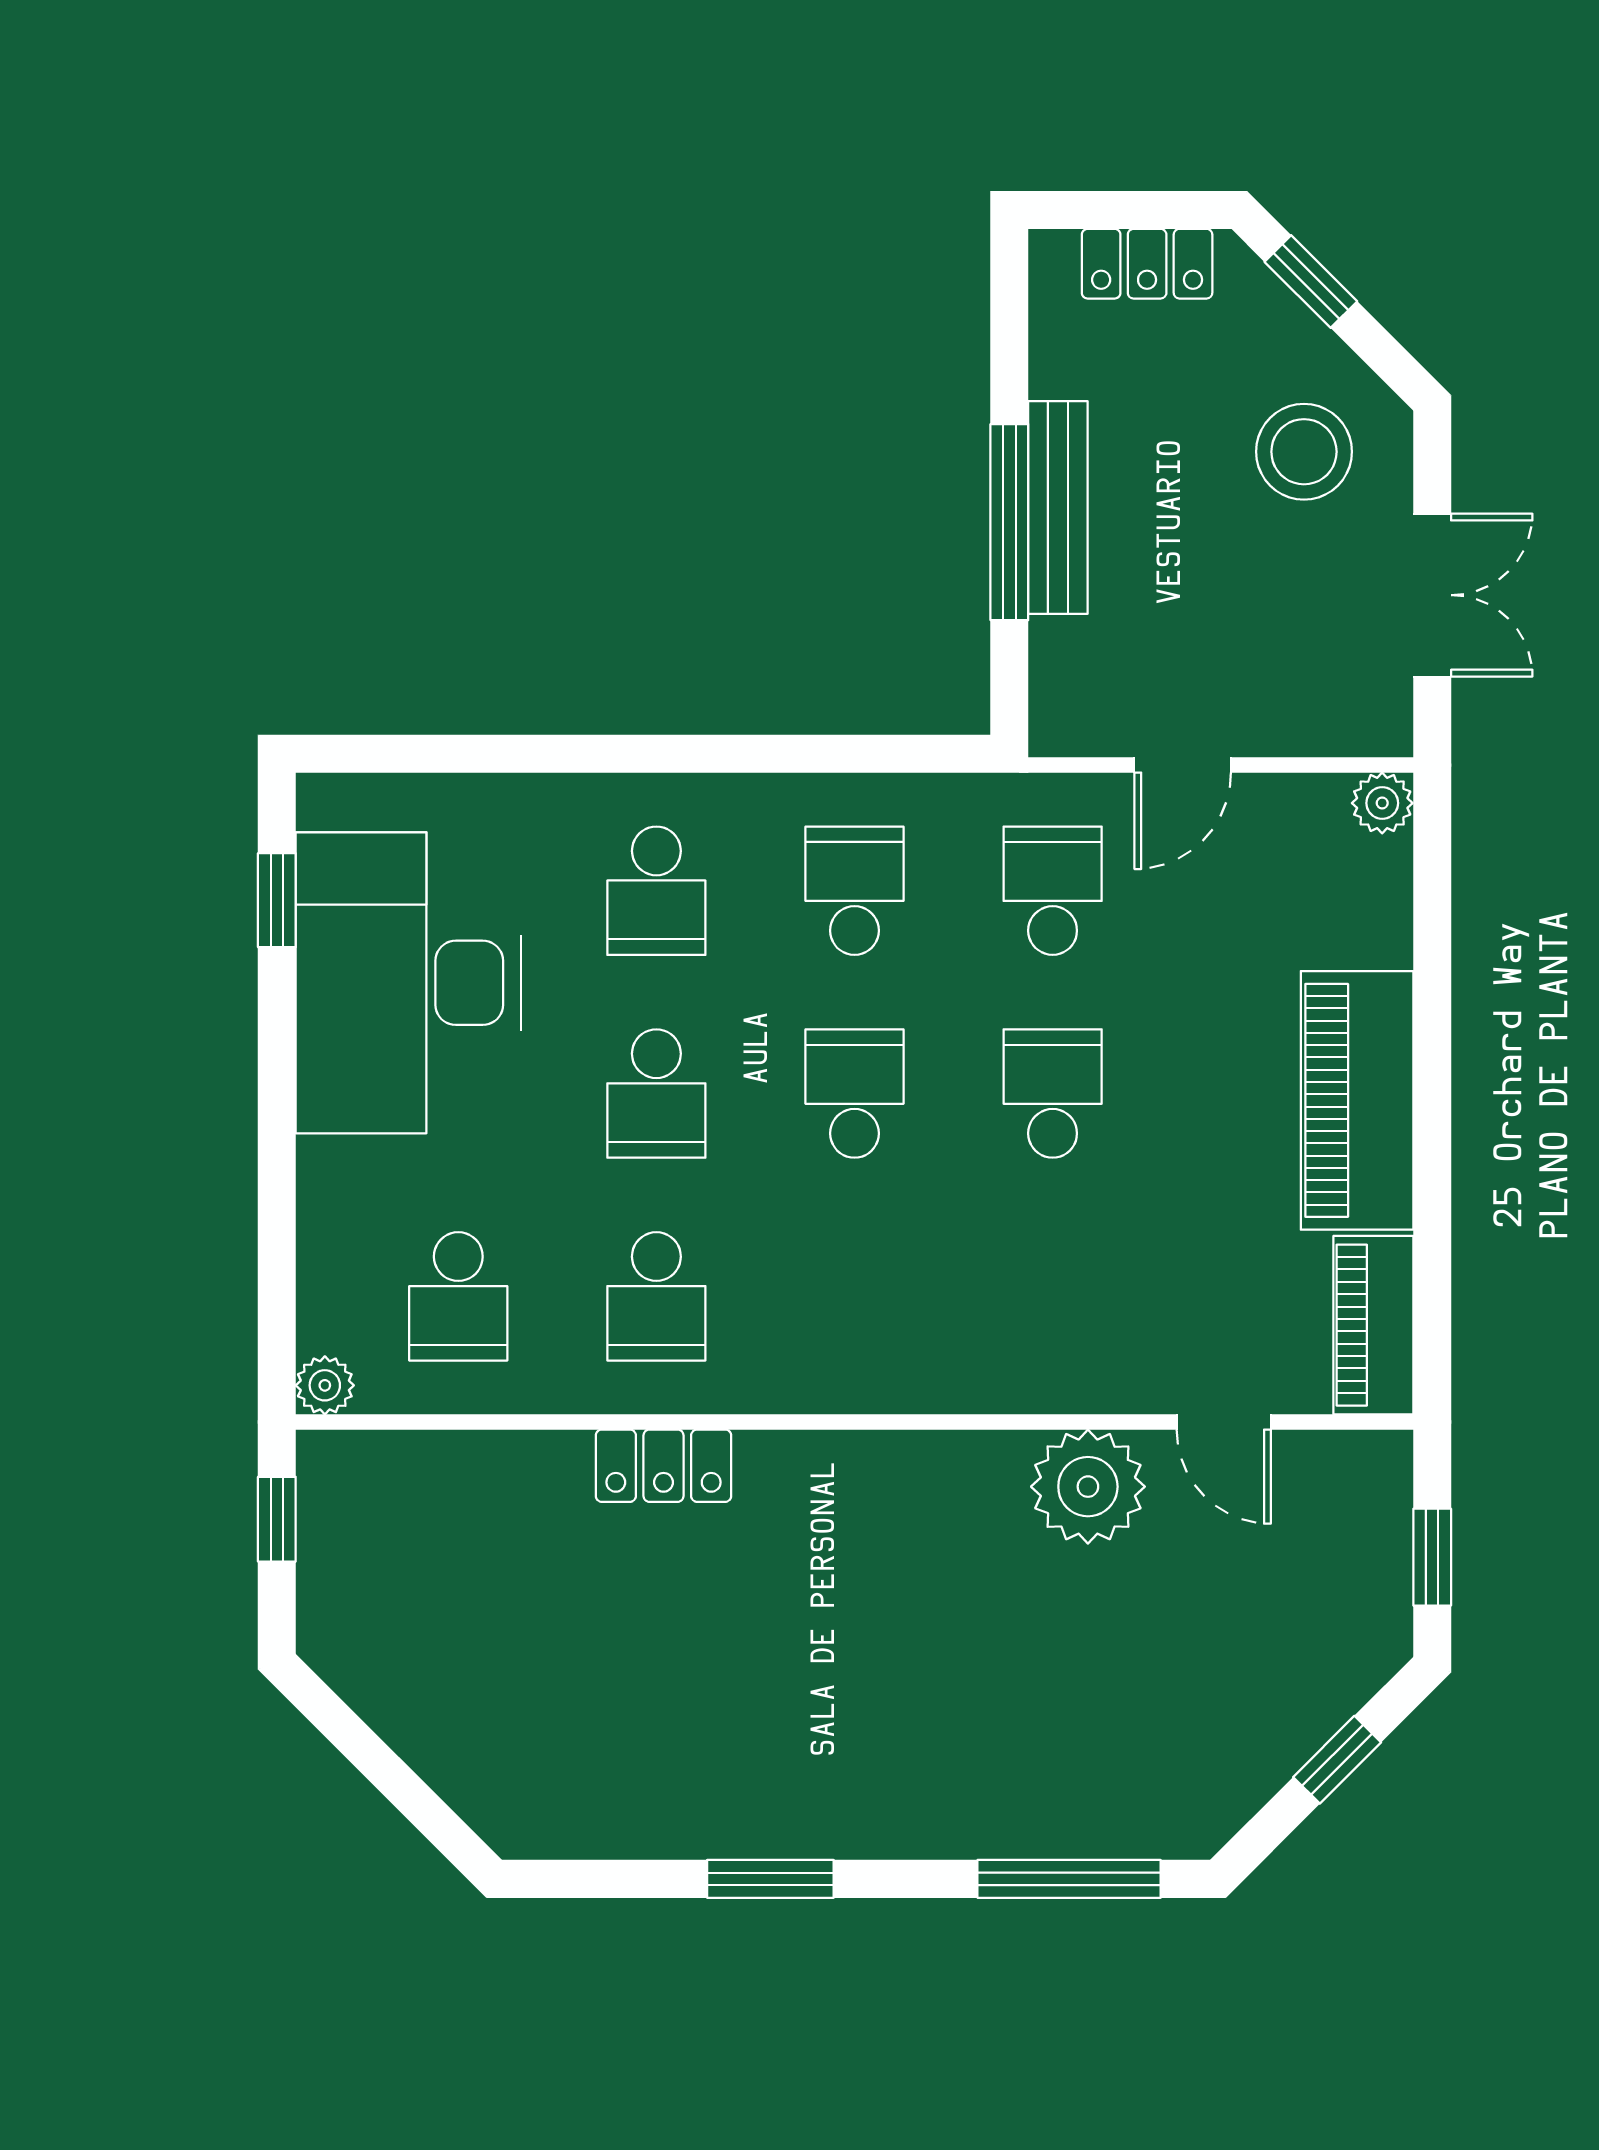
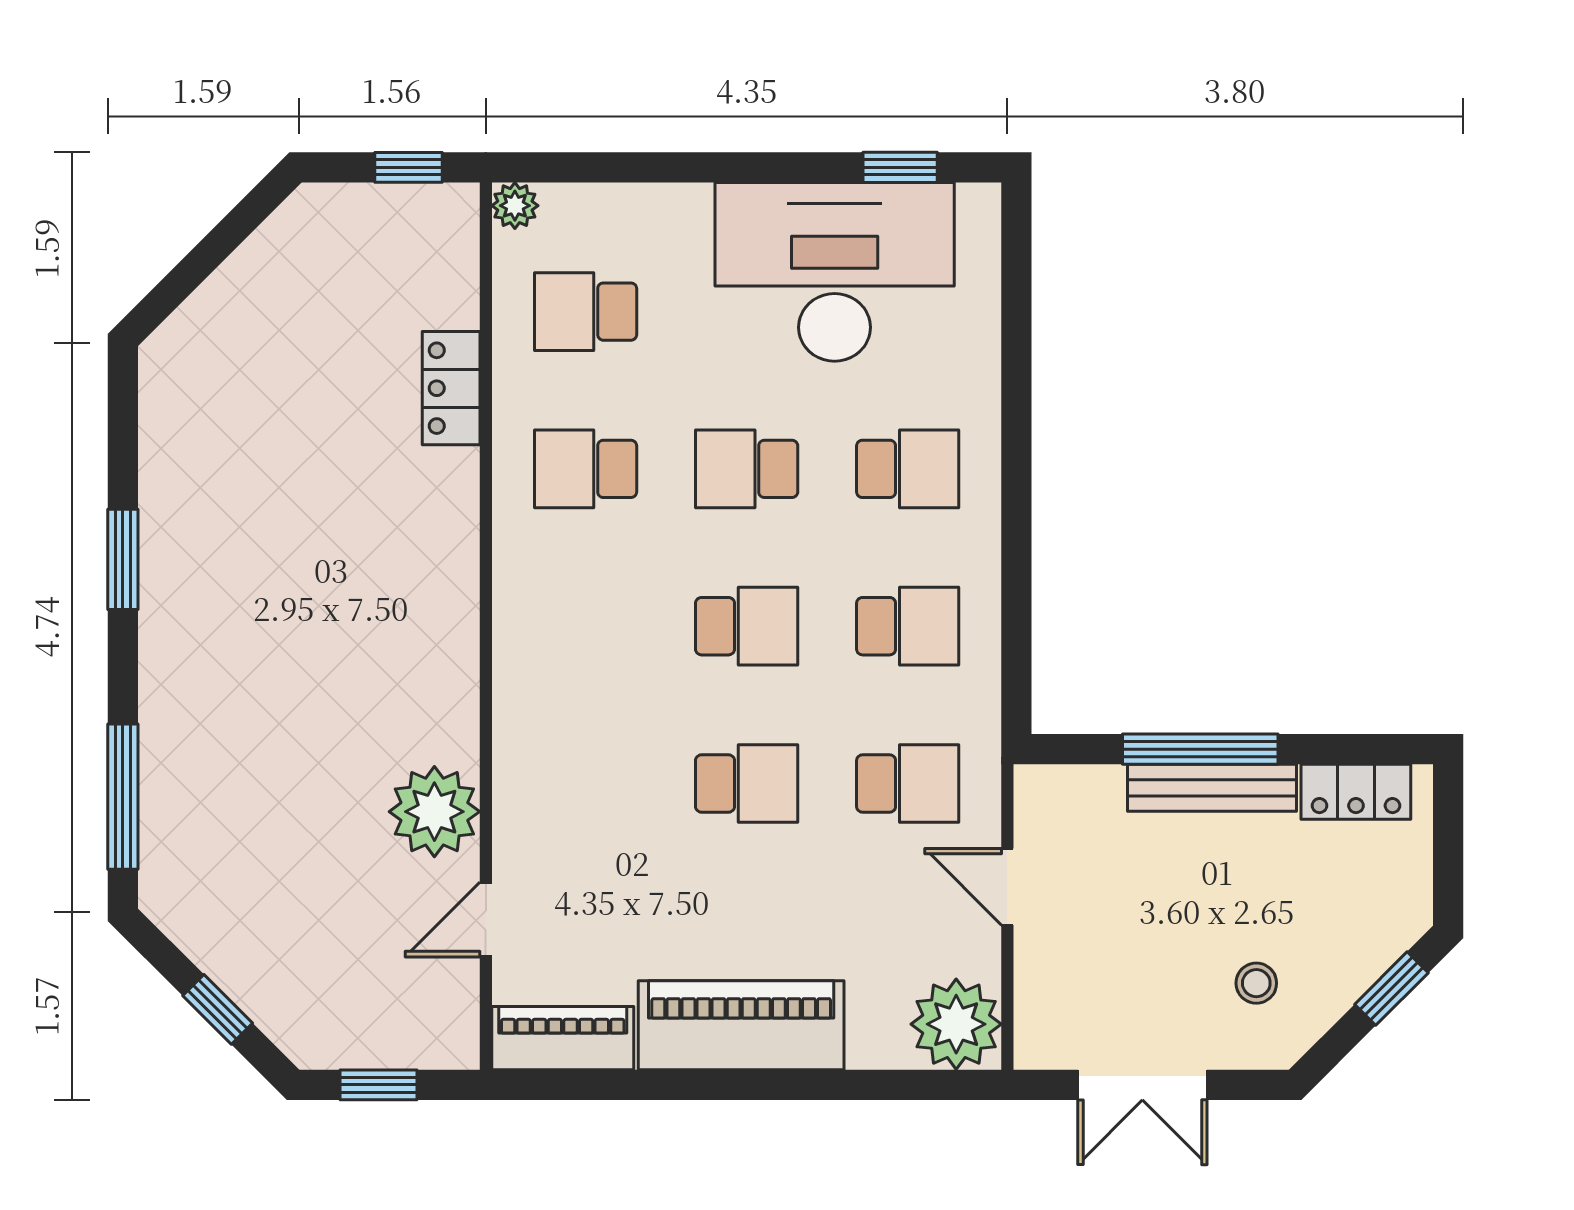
locker: (1147, 264) -> (1356, 792), moved, turned -90
stool: (1304, 452) -> (1256, 983), width x0.53, depth x0.53
plant: (1382, 803) -> (956, 1024), width x1.87, depth x1.87
school desk: (656, 891) -> (908, 469), turned 180
locker: (663, 1466) -> (451, 388), moved

